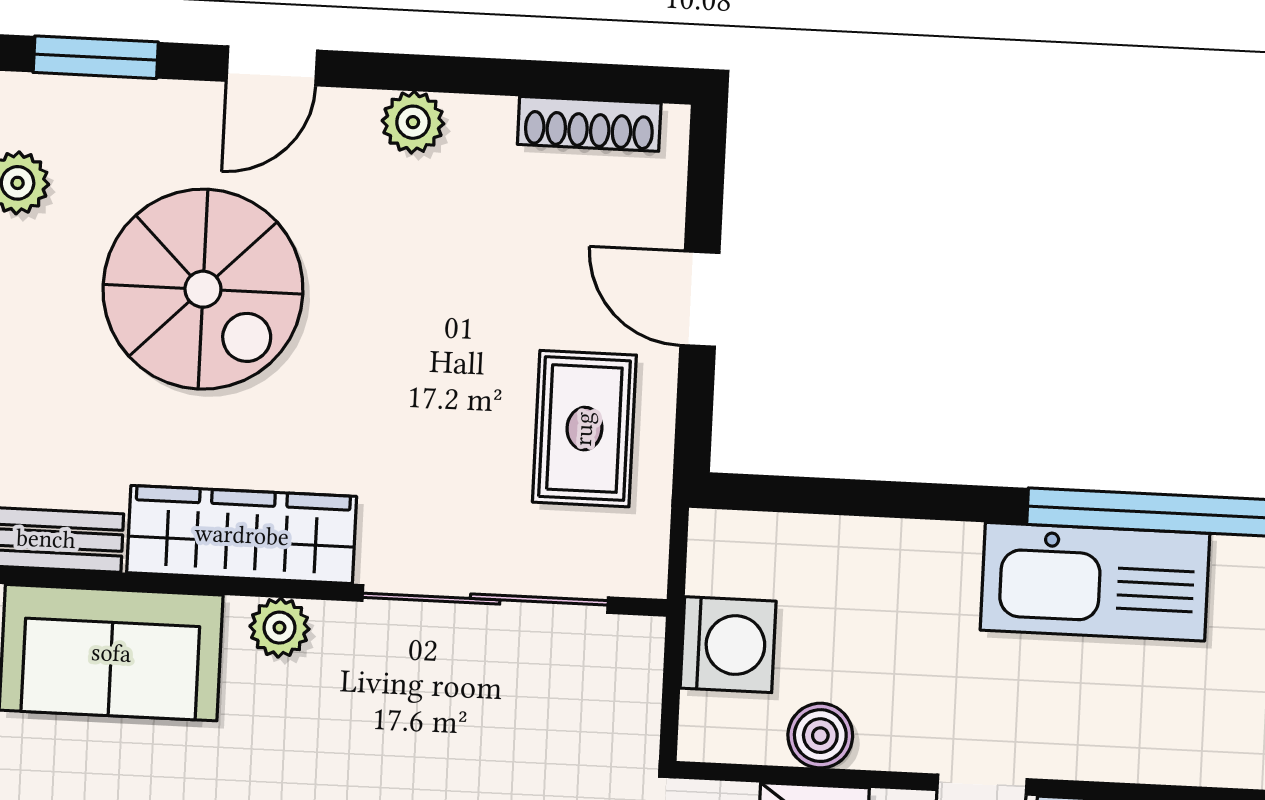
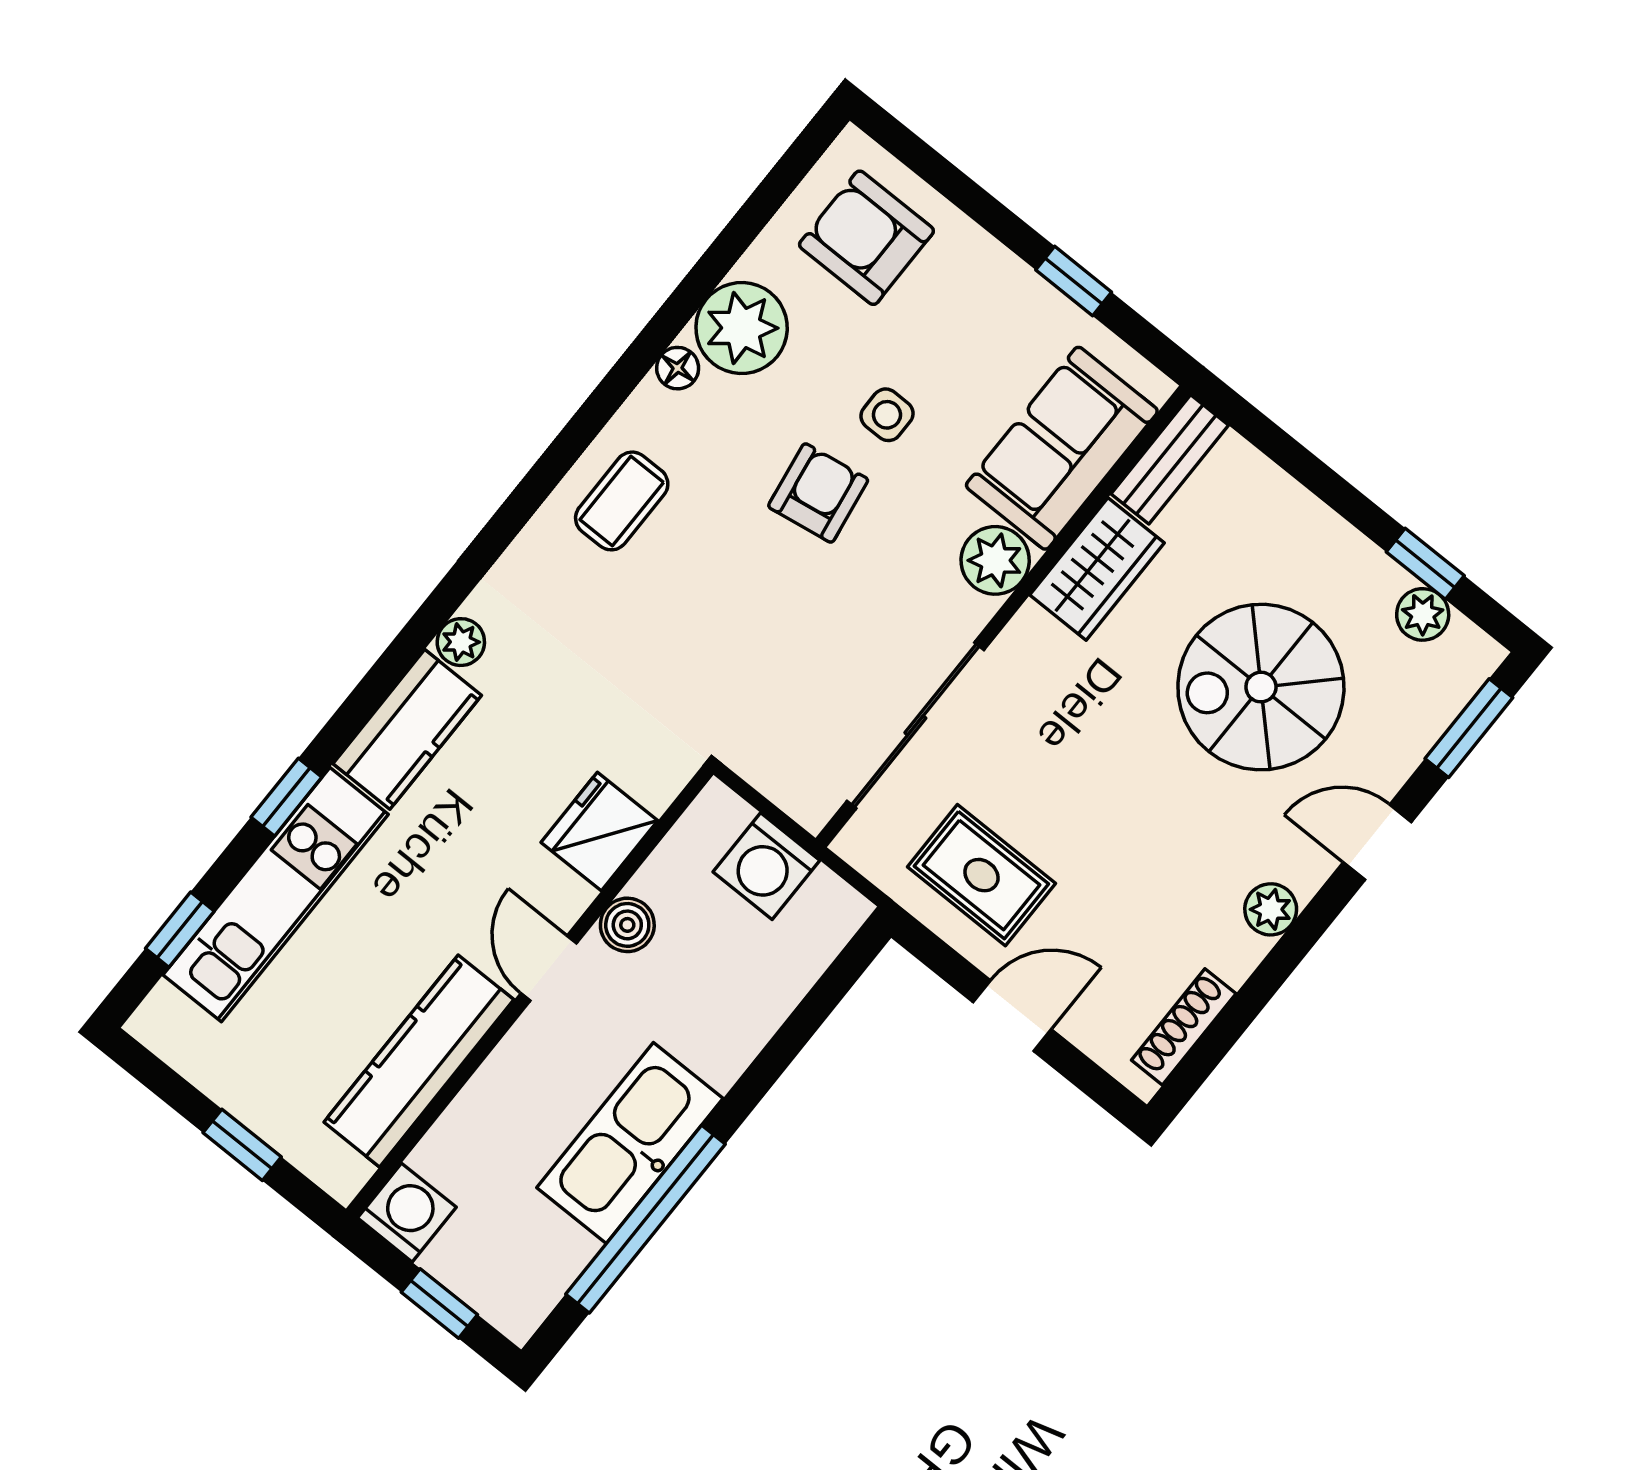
door: (272, 66) -> (1377, 842), hinge flipped
wardrobe: (242, 535) -> (1097, 569), width x0.67
plant: (279, 628) -> (995, 560), width x1.38, depth x1.38
boiler: (820, 736) -> (627, 925), moved

